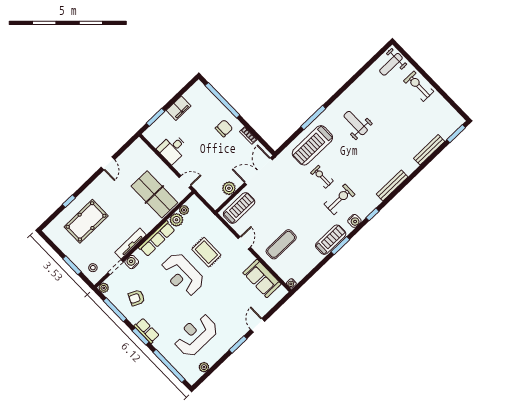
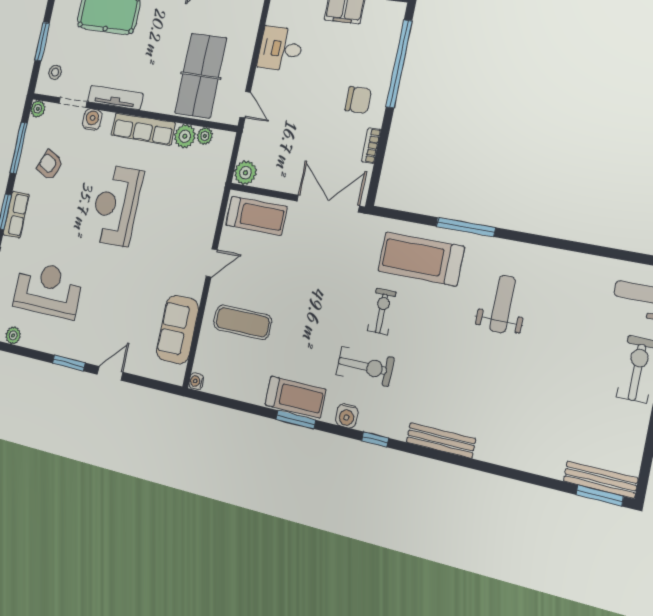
bench: (429, 150) -> (600, 480), moved
plant: (229, 188) -> (245, 173), moved
rug: (206, 252) -> (166, 216), removed

